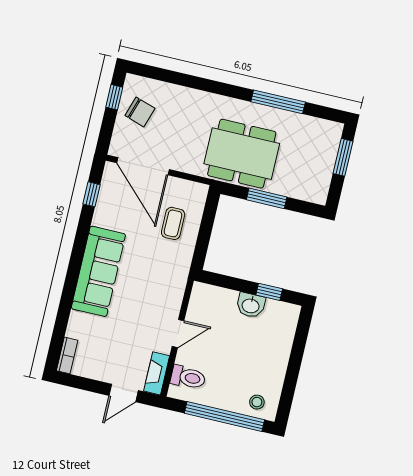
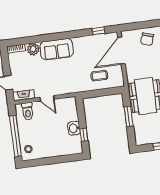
window: (114, 97) -> (149, 24), removed
sofa: (98, 271) -> (57, 49), width x0.73
plant: (80, 325) -> (33, 49), added

